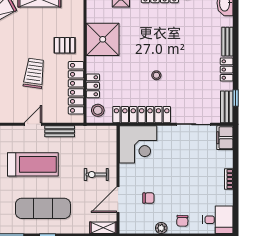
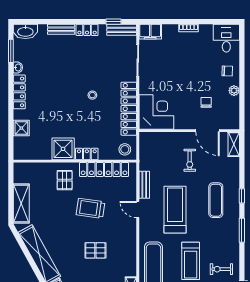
shower: (103, 39) -> (63, 149), width x0.73, depth x0.73
locker: (93, 86) -> (87, 154), moved
exercise bike: (96, 175) -> (190, 160), moved
exercise mat: (43, 208) -> (216, 200), width x0.73, depth x0.69

